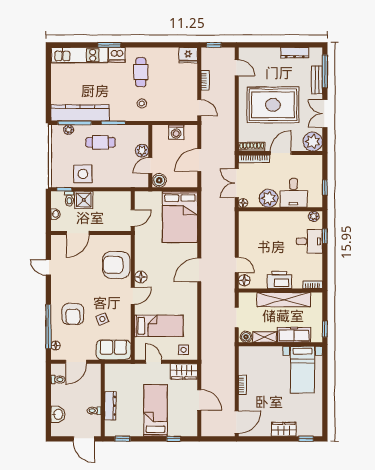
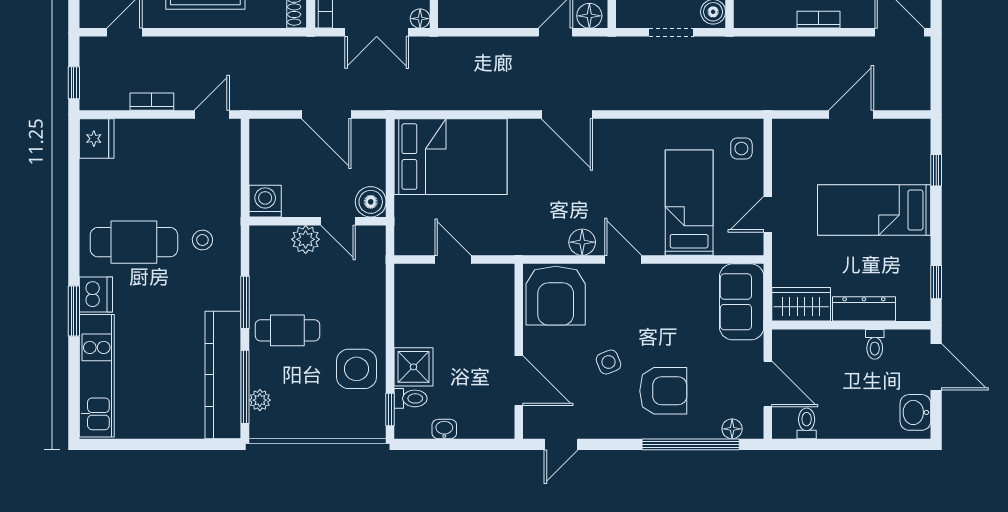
cafe table: (141, 72) -> (134, 242), width x1.37, depth x1.35
washing machine: (176, 132) -> (265, 201), moved, turned -90
cafe table: (100, 142) -> (287, 330), turned 90
door: (78, 233) -> (519, 381), moved
wall: (91, 233) -> (519, 351), moved
side table: (102, 319) -> (609, 362), moved
wardrobe: (184, 371) -> (801, 304), moved, turned -90
washbasin: (58, 414) -> (915, 412), moved, turned -90
door: (84, 439) -> (936, 367), hinge flipped

